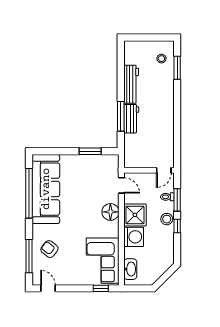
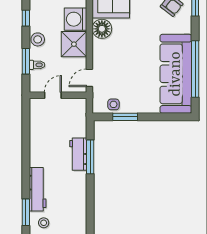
workbench: (131, 84) -> (38, 189), moved, turned 180
side table: (100, 162) -> (113, 104), added
door: (164, 170) -> (53, 95), moved
door: (121, 185) -> (89, 78), hinge flipped
floor lamp: (110, 212) -> (102, 29), moved
window: (177, 226) -> (26, 18), moved

